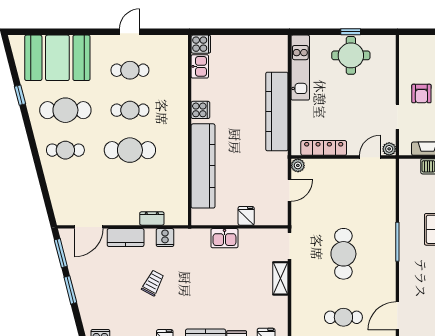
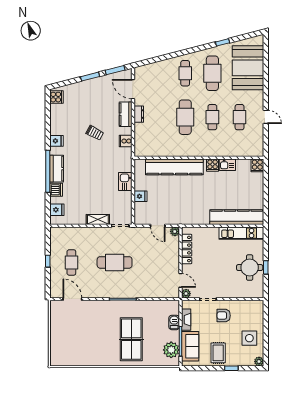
kitchen sink: (200, 66) -> (227, 165), moved
kitchen counter: (277, 111) -> (237, 217), moved
dresser: (152, 218) -> (139, 114), moved

